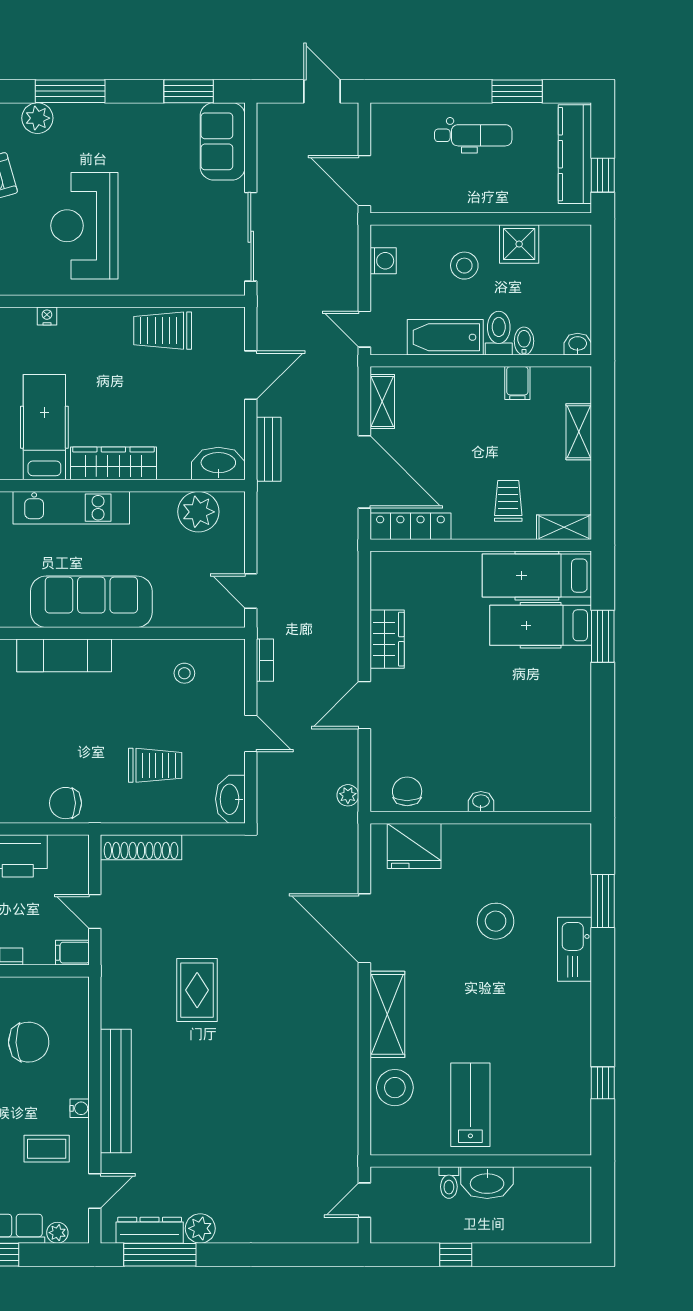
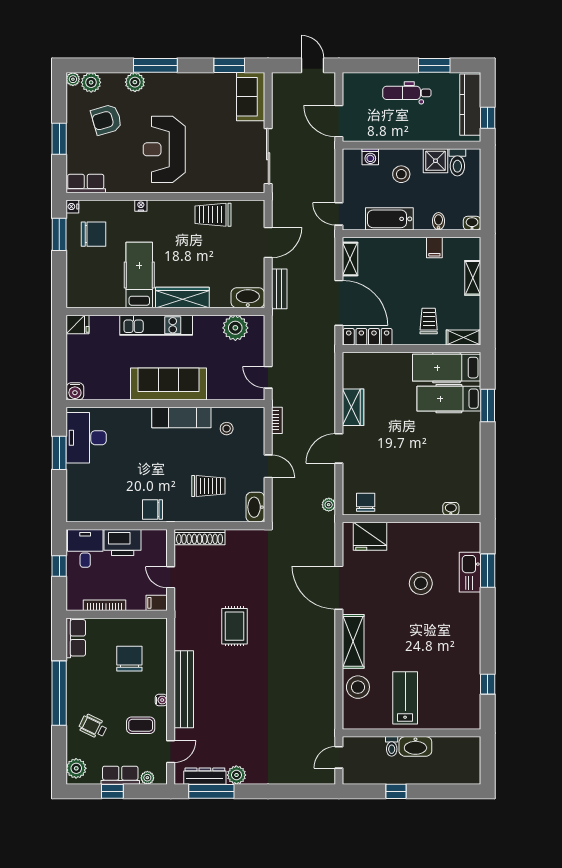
dental chair: (473, 135) -> (407, 93), turned 180
washing machine: (383, 261) -> (370, 157), moved, turned 90
toilet: (499, 333) -> (457, 162), moved, turned 180
exam couch: (64, 655) -> (181, 417), moved
washbasin: (481, 802) -> (451, 509), moved
kitchen sink: (574, 949) -> (470, 572), moved
chair: (29, 1042) -> (129, 659), turned -88

